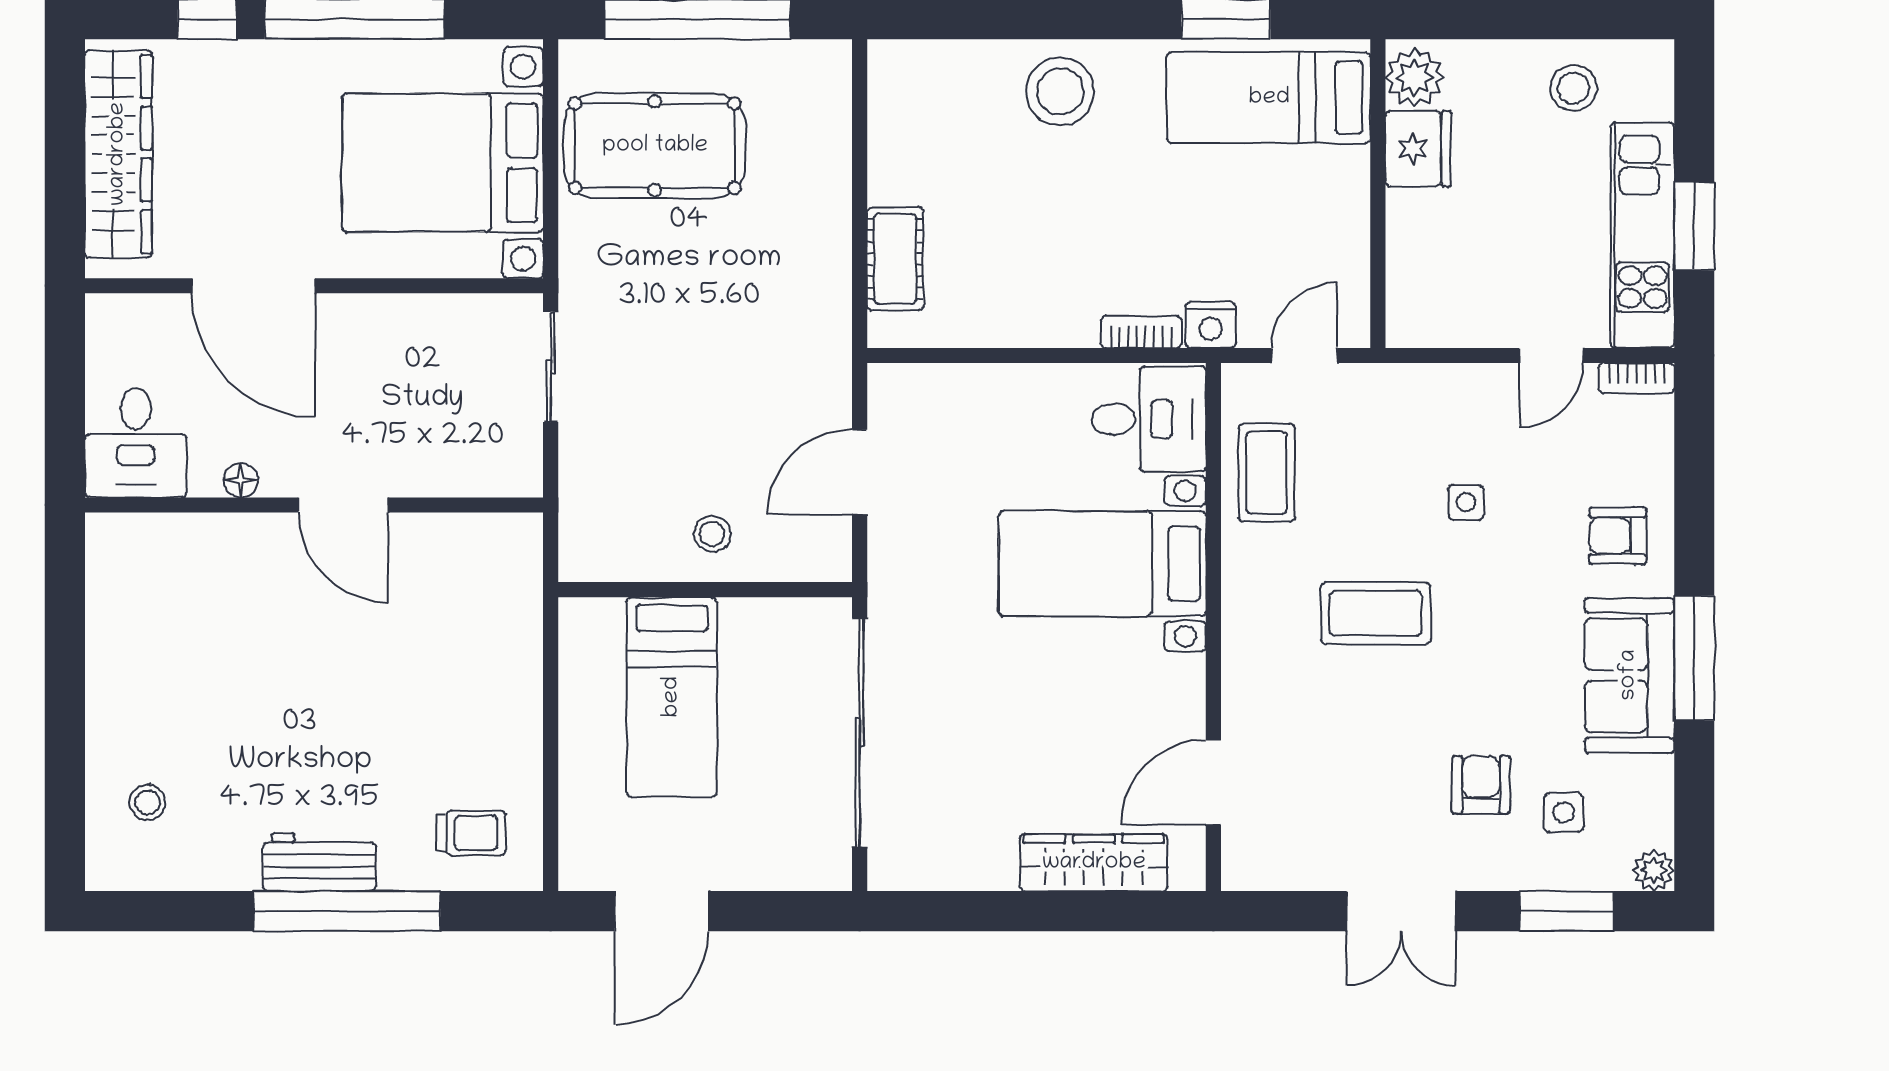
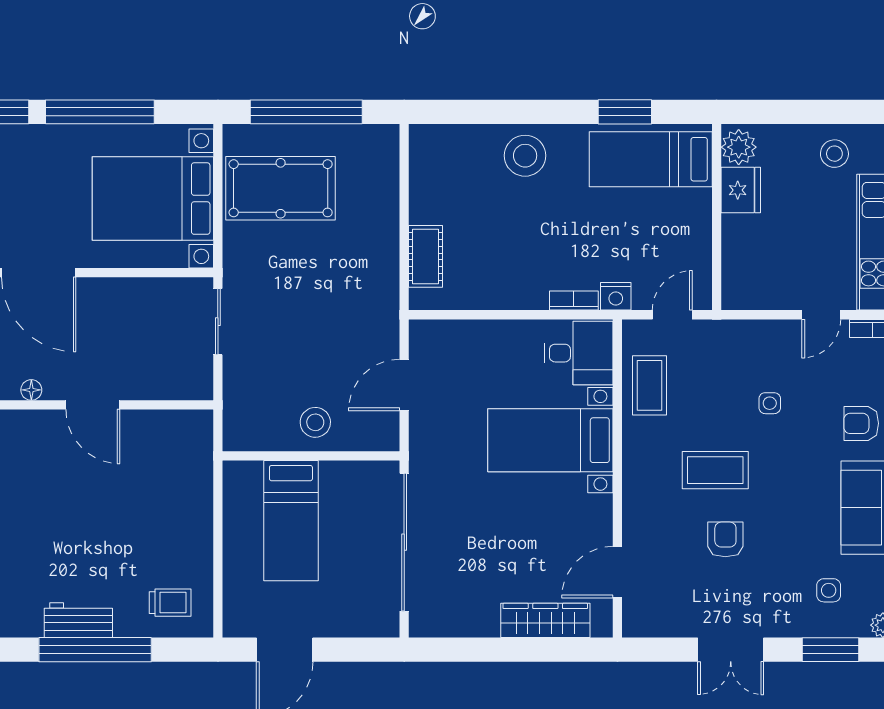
stool: (712, 534) -> (315, 422), width x1.37, depth x1.37
armchair: (1481, 785) -> (725, 539), moved

